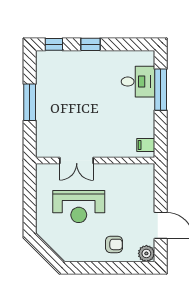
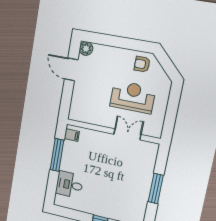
window: (161, 90) -> (57, 155), moved
armchair: (114, 244) -> (142, 64), moved

